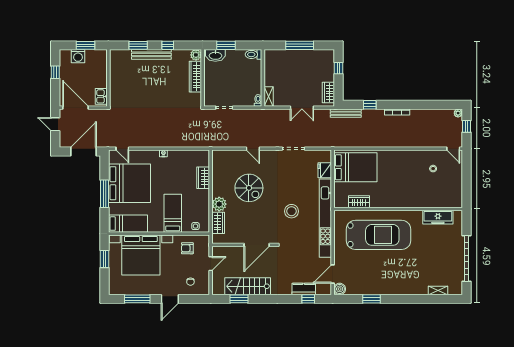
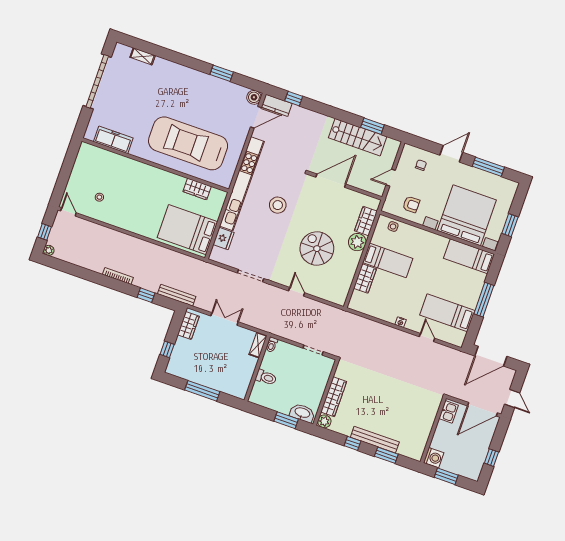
toilet: (254, 54) -> (266, 377), moved
washing machine: (78, 56) -> (434, 458), moved, turned 90
door: (76, 108) -> (482, 409), hinge flipped
door: (122, 149) -> (427, 337), moved
bed: (129, 183) -> (447, 313), width x0.49
bed: (173, 213) -> (388, 260), moved, turned -90
kitchen counter: (304, 289) -> (277, 105), moved

